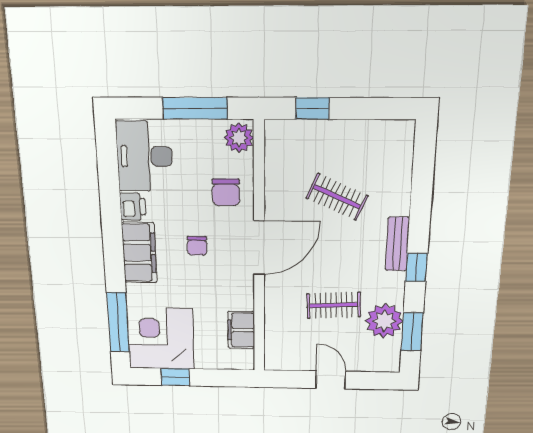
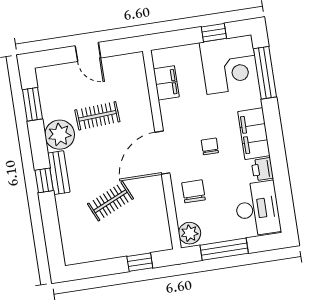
clothes rail: (337, 197) -> (110, 201), turned -48
window: (417, 267) -> (44, 180), moved
plant: (384, 321) -> (60, 135), moved

